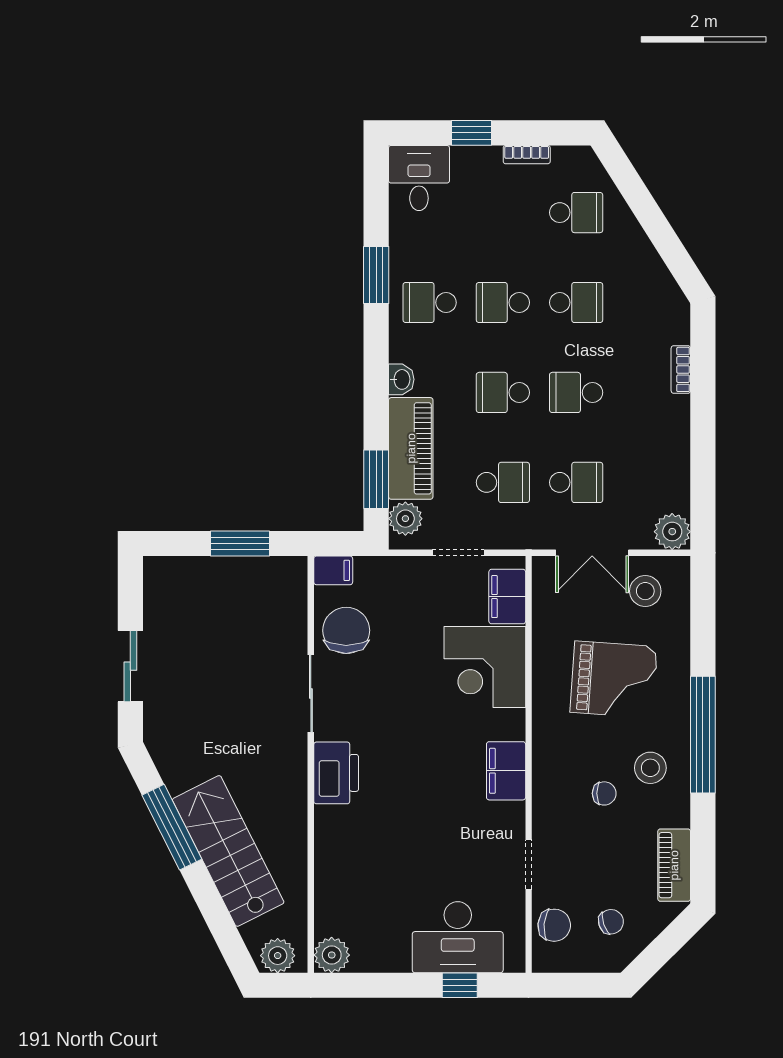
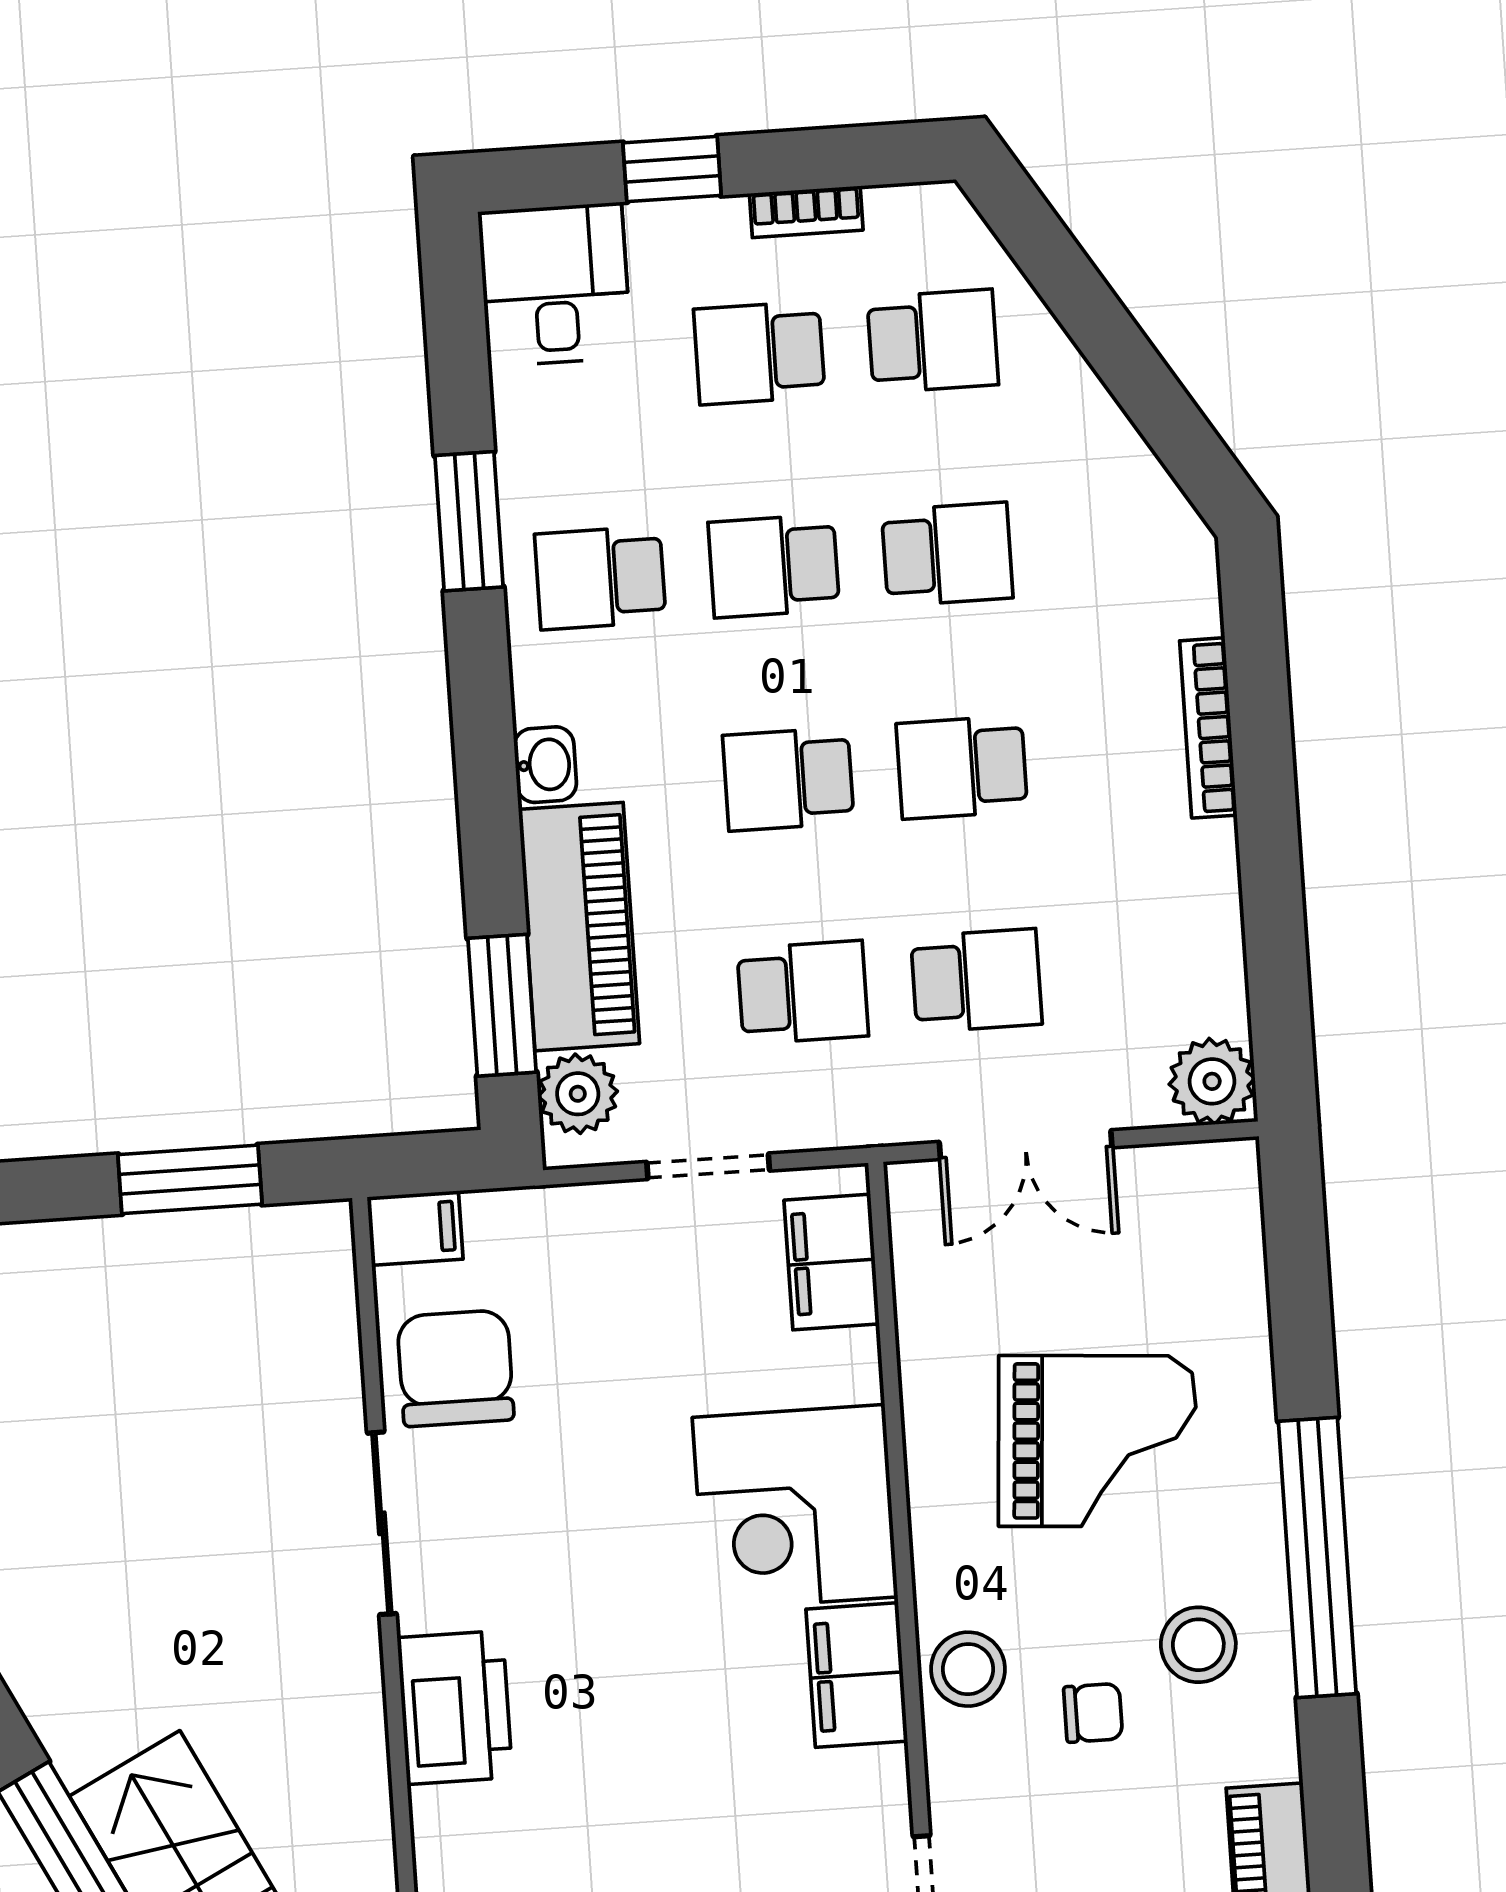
school desk: (503, 213) -> (759, 353), added
bookcase: (681, 369) -> (1208, 728), width x1.56
stool: (645, 591) -> (968, 1669), moved
corner desk: (485, 667) -> (795, 1507), moved

